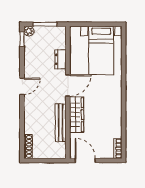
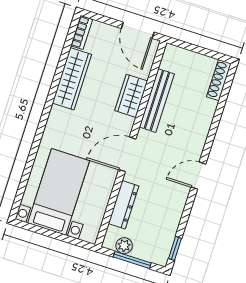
plant: (29, 31) -> (124, 246), moved
dresser: (60, 59) -> (124, 205), width x1.44
wardrobe: (77, 115) -> (131, 96), width x0.67
wardrobe: (115, 119) -> (72, 79), added

